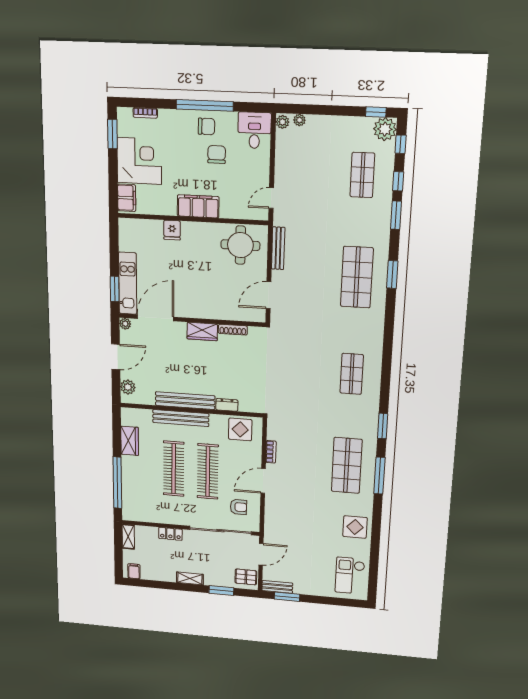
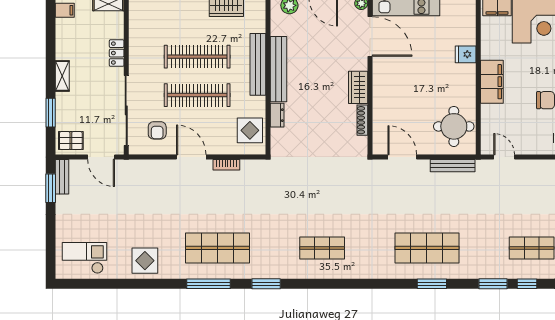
pallet: (246, 577) -> (71, 141), turned 90

